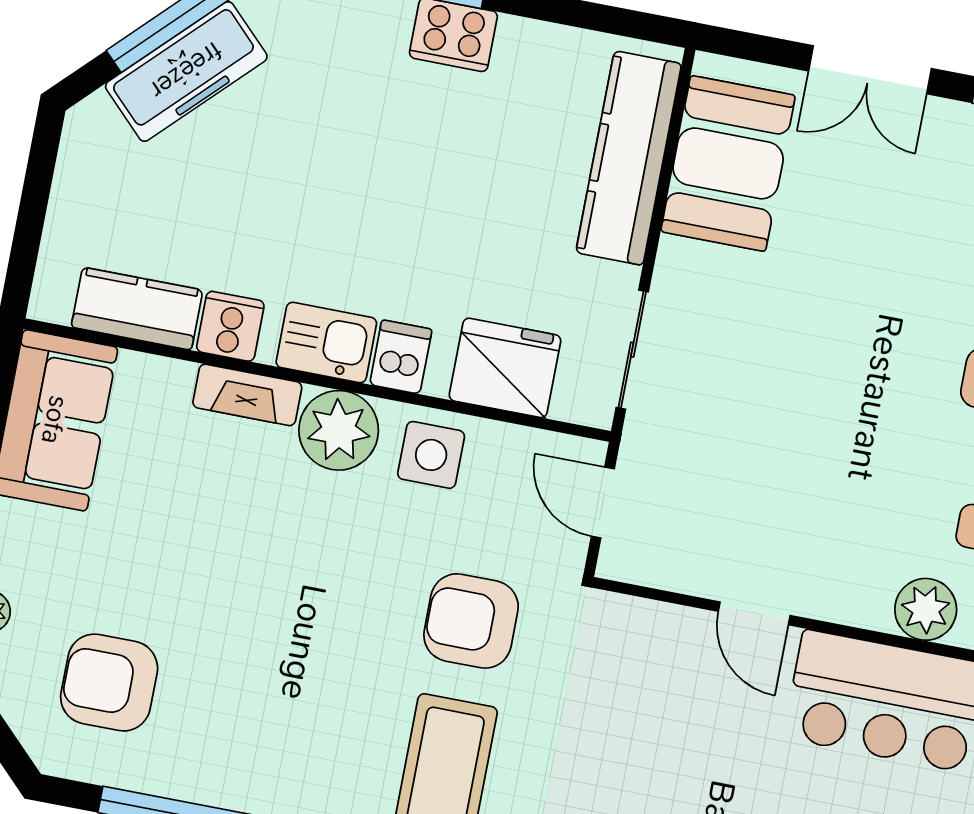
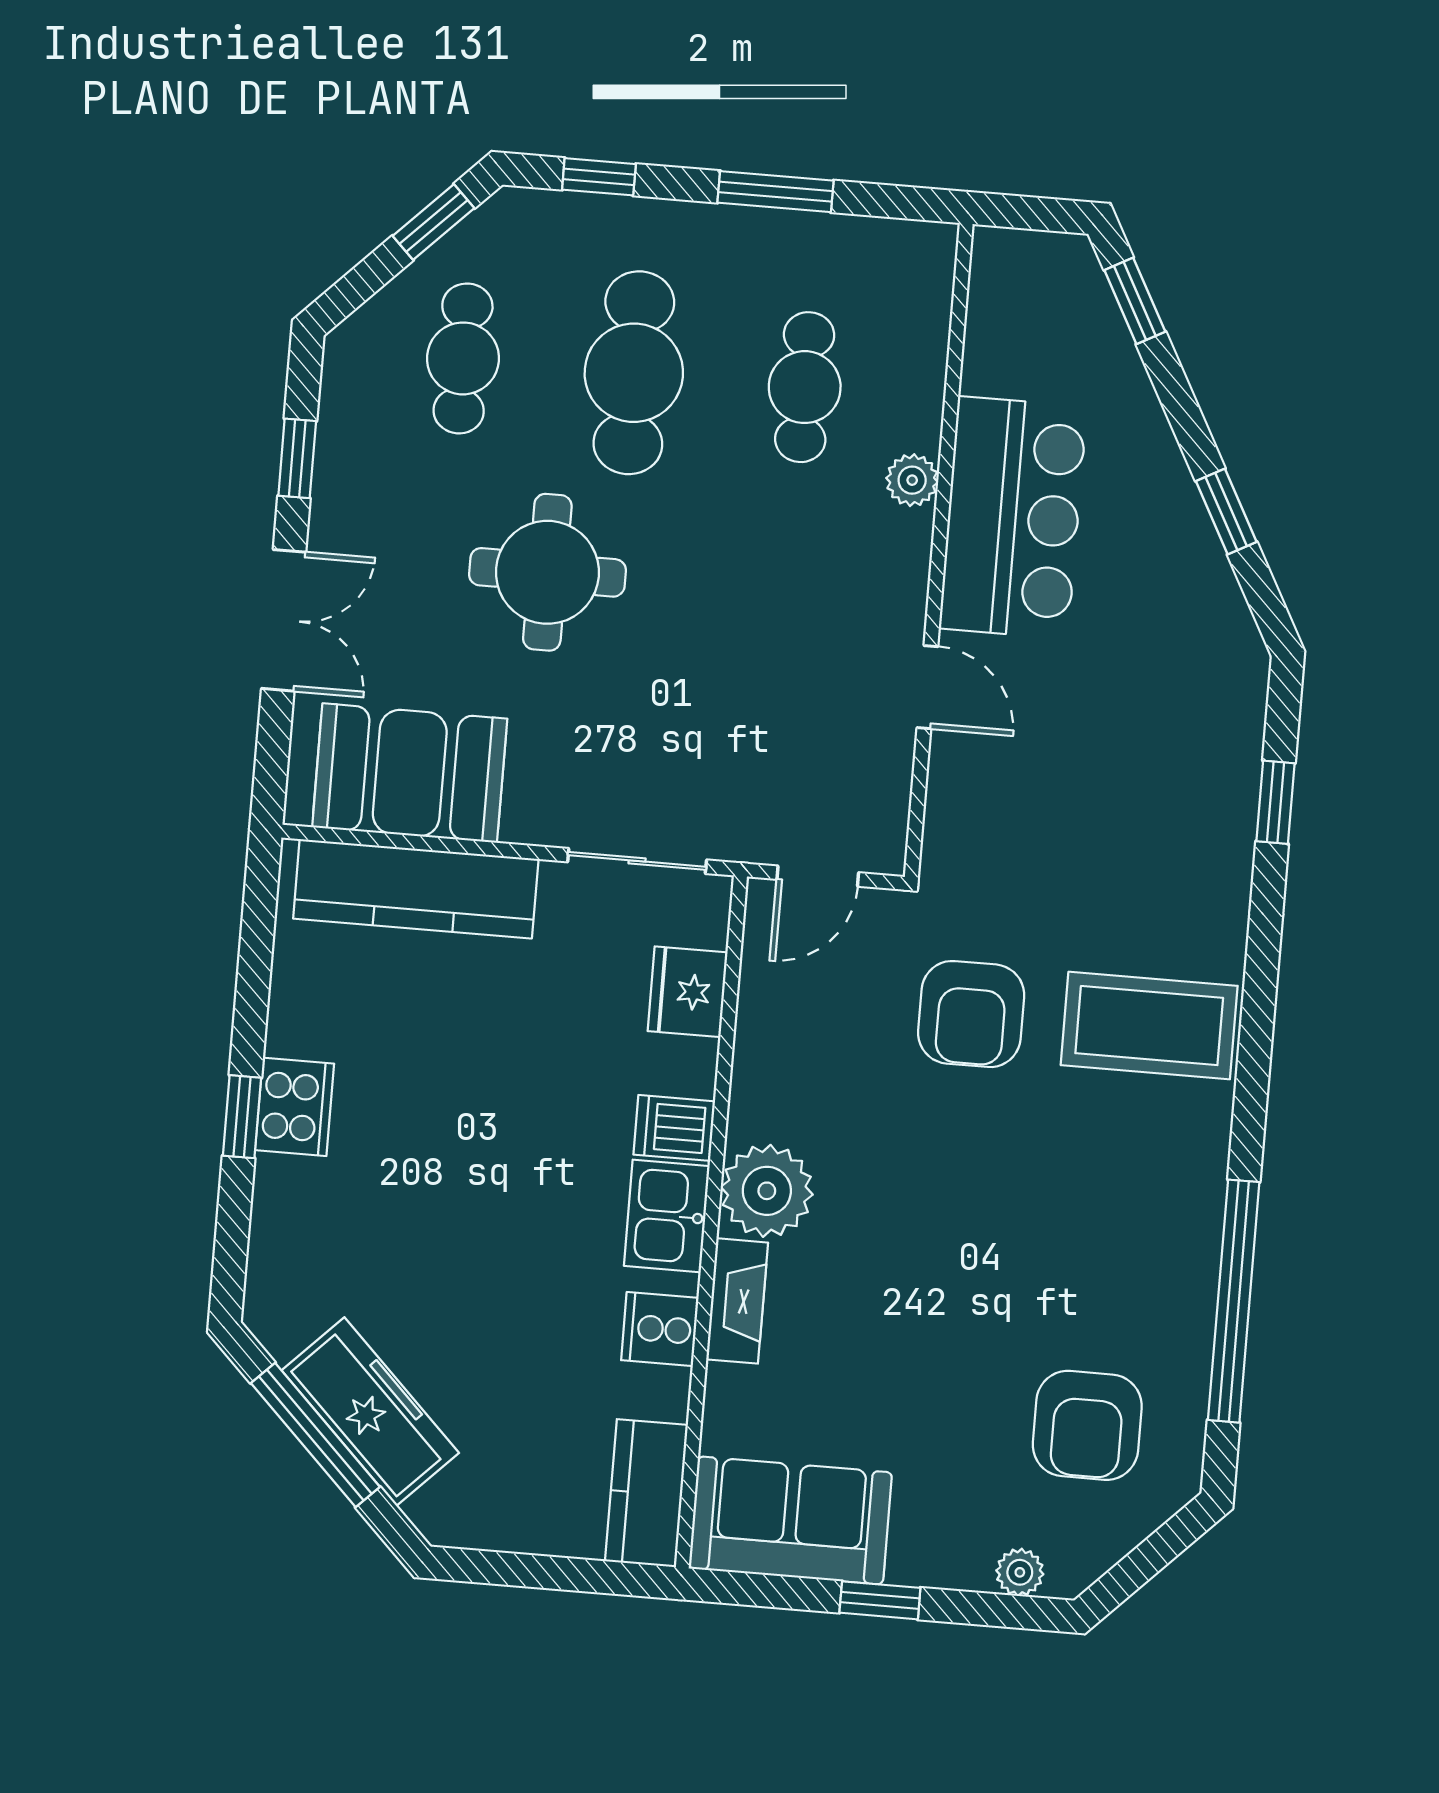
round table: (887, 299) -> (547, 572), added
kitchen counter: (137, 309) -> (646, 1493), moved
fridge: (505, 368) -> (688, 992), width x0.73, depth x0.75
side table: (431, 455) -> (784, 1081), removed
plant: (926, 609) -> (912, 480), width x0.73, depth x0.73
door: (754, 613) -> (927, 687), hinge flipped

